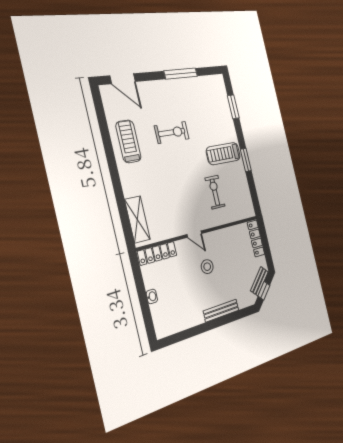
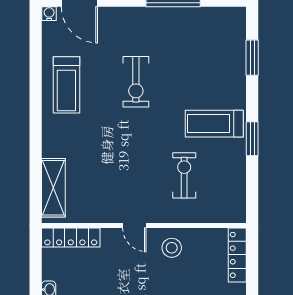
water cooler: (105, 90) -> (49, 14), added
exercise bike: (172, 132) -> (136, 82), turned 90
treadmill: (128, 141) -> (66, 85), turned 180
stool: (207, 267) -> (172, 248), moved

